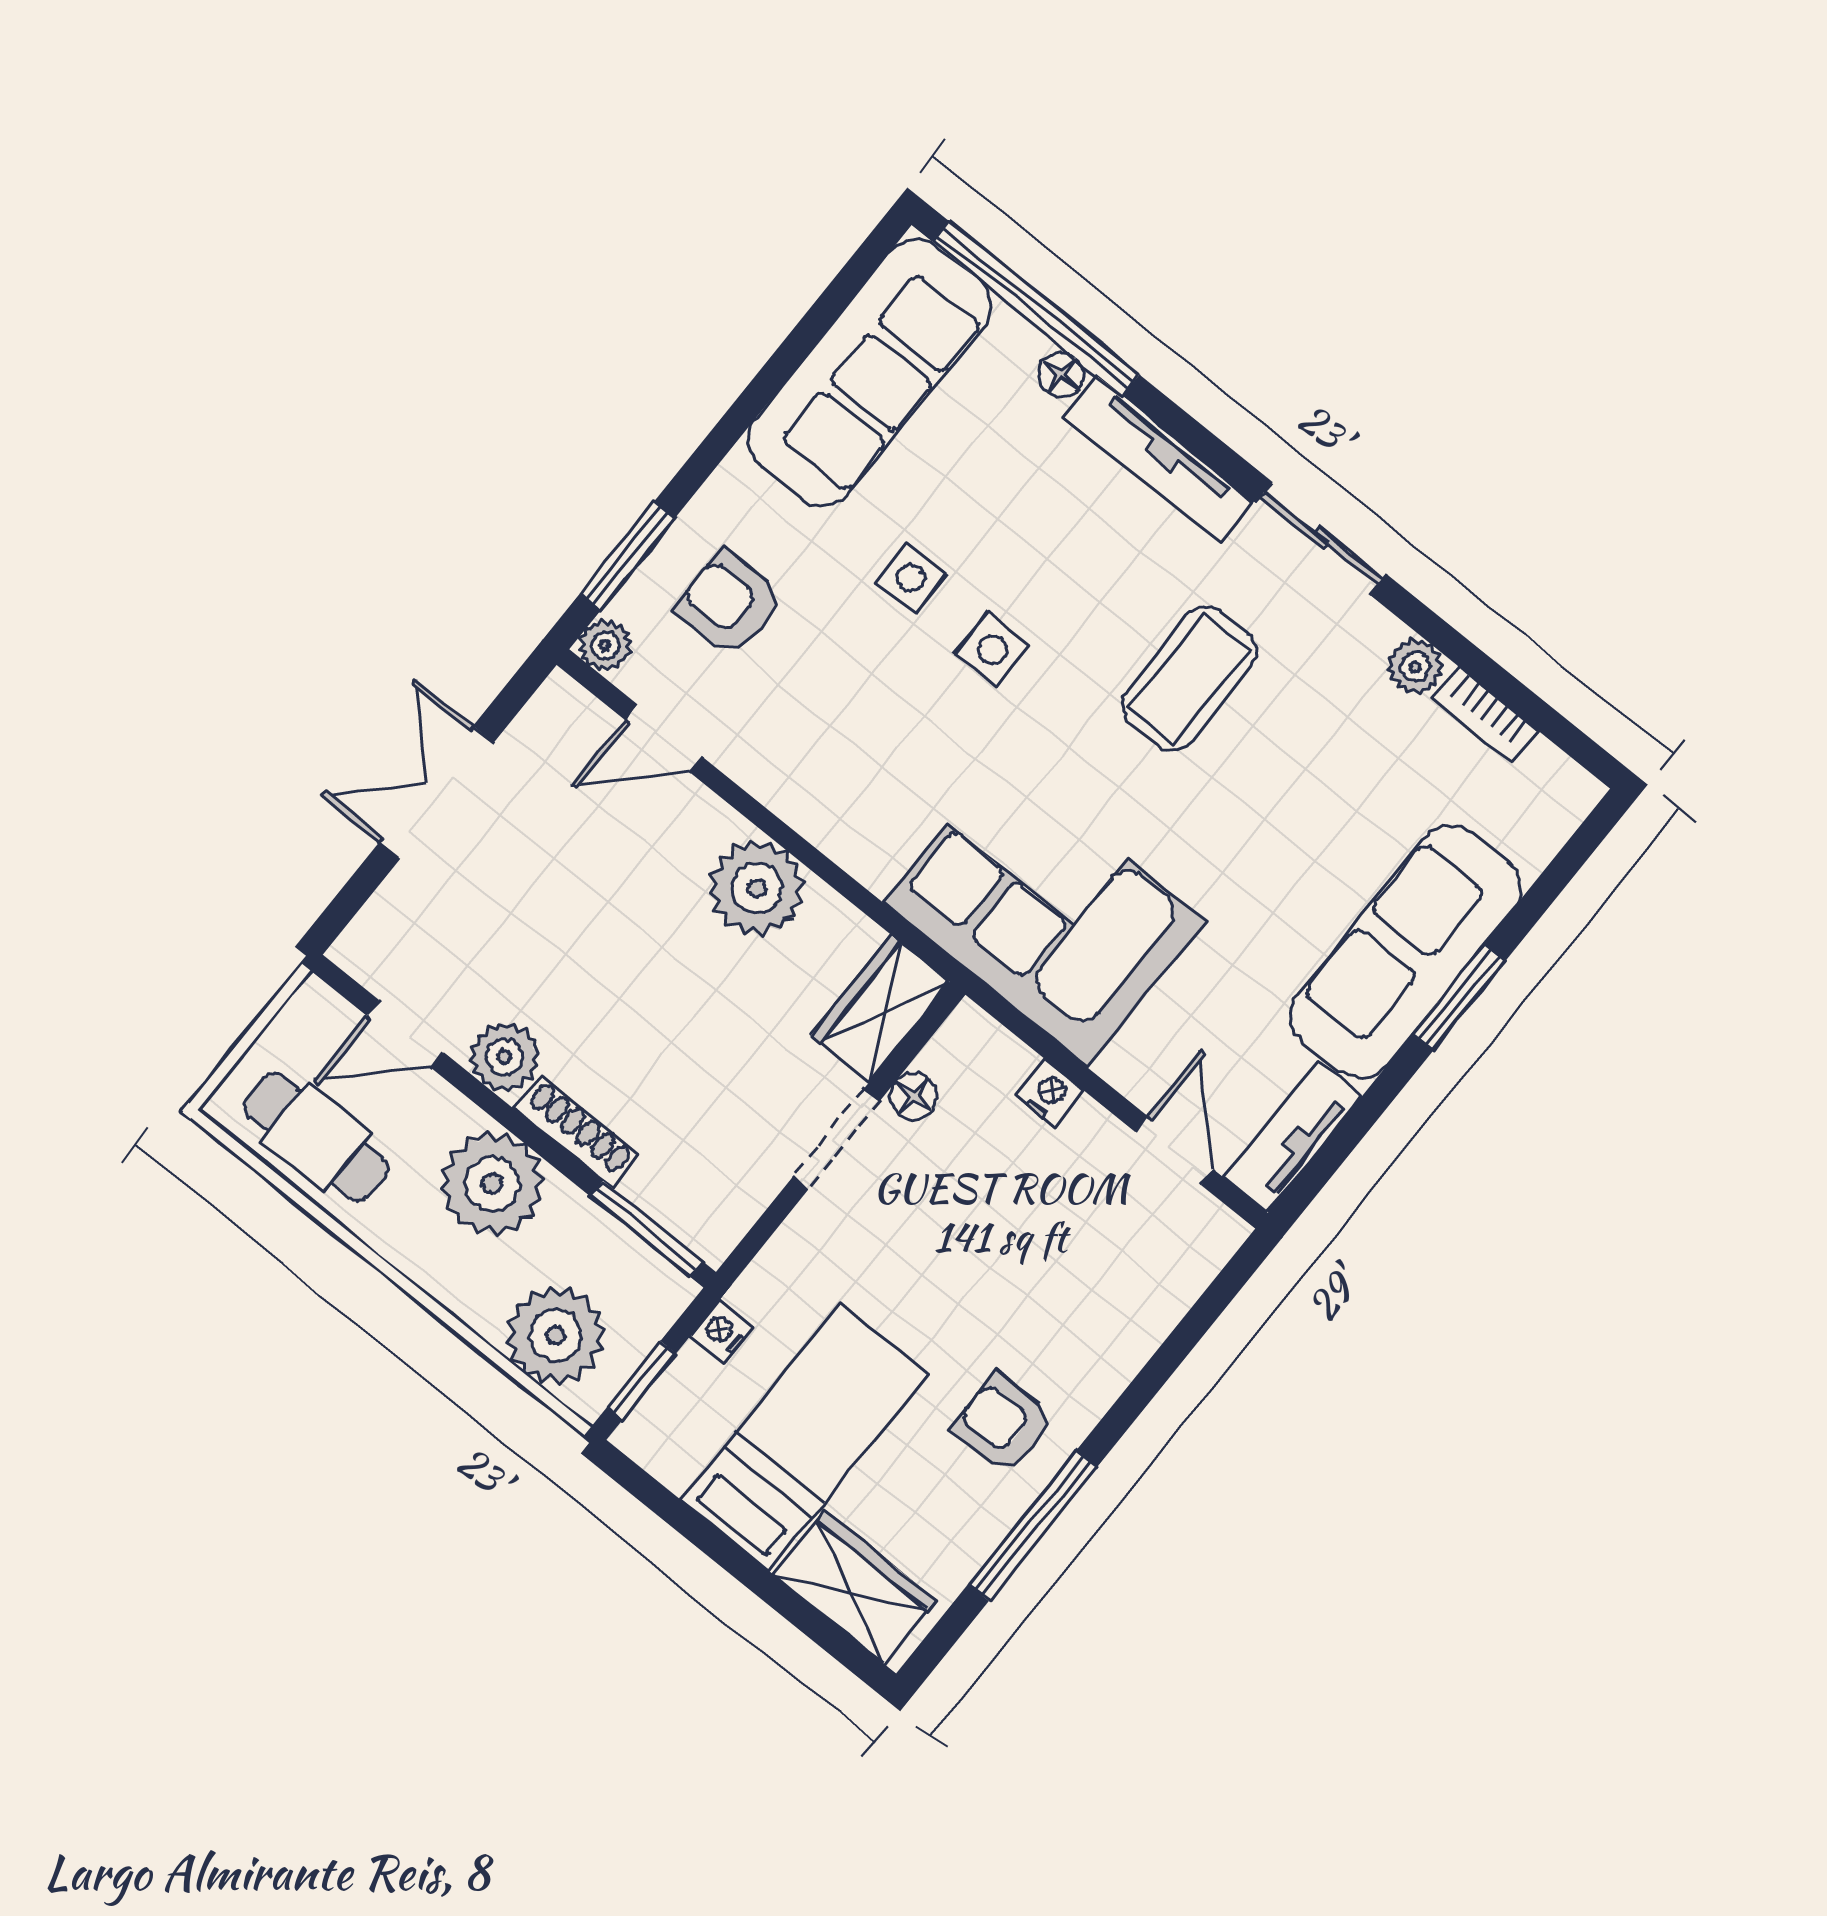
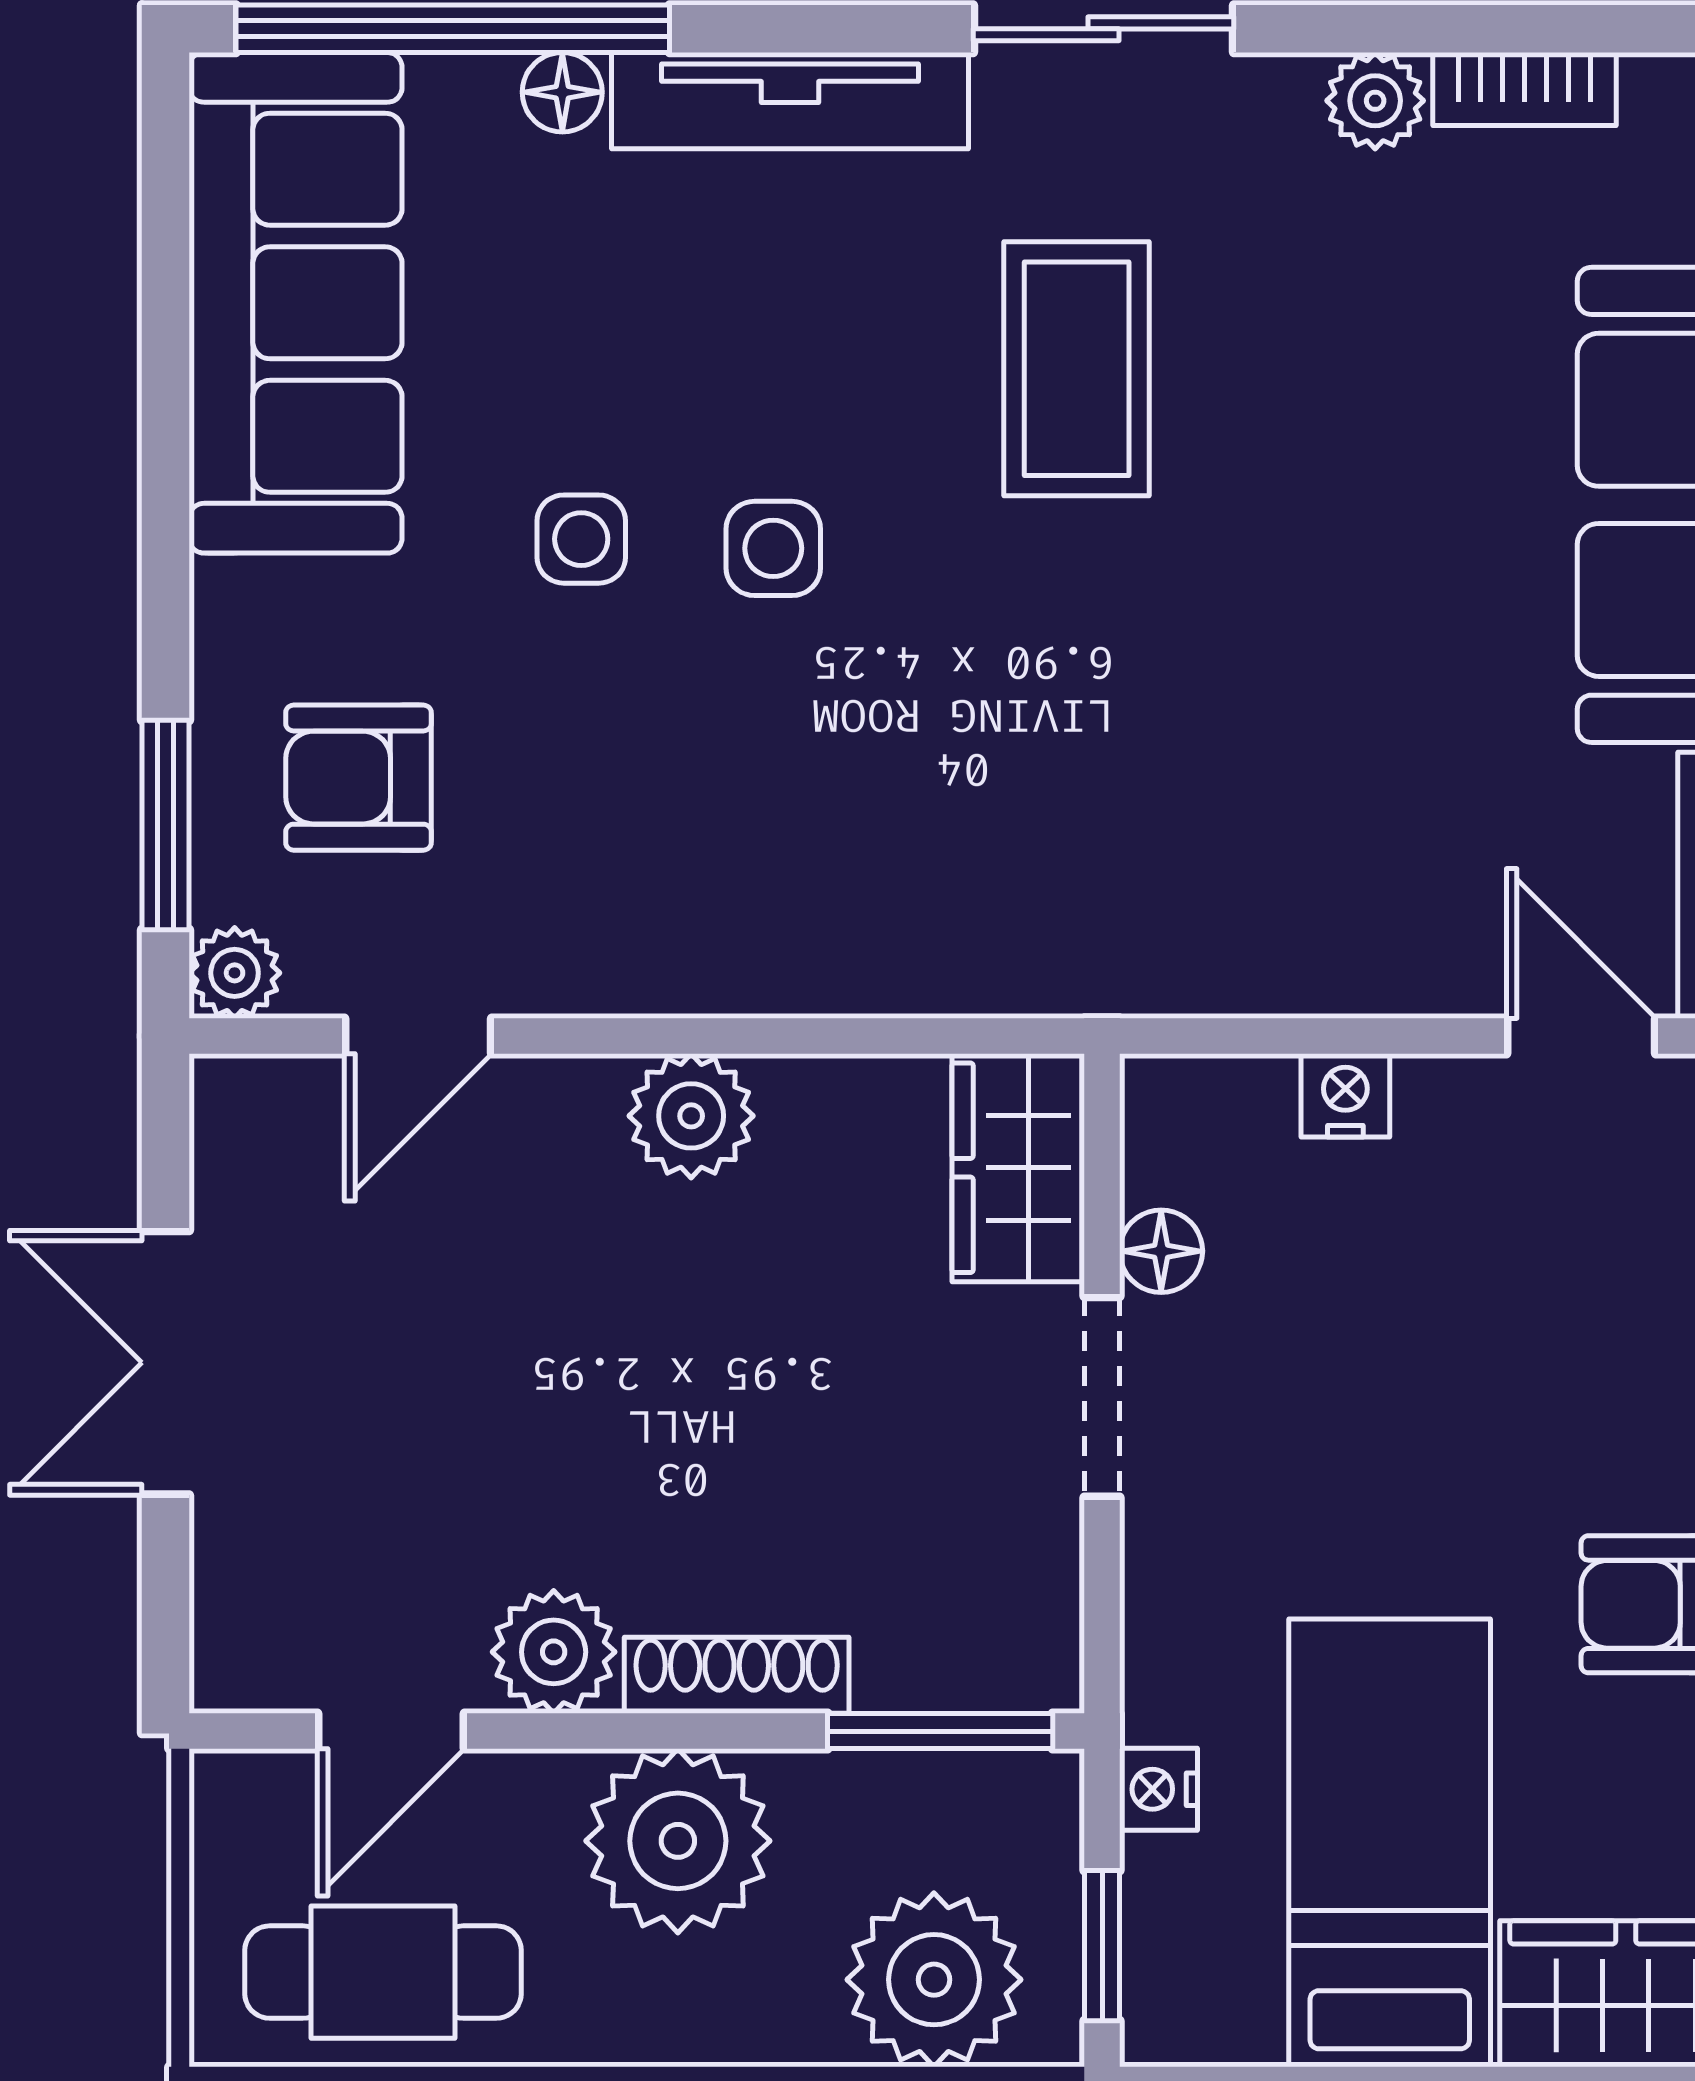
plant: (757, 888) -> (691, 1116), width x0.73, depth x0.73
corner sofa: (1044, 912) -> (1136, 852), removed

